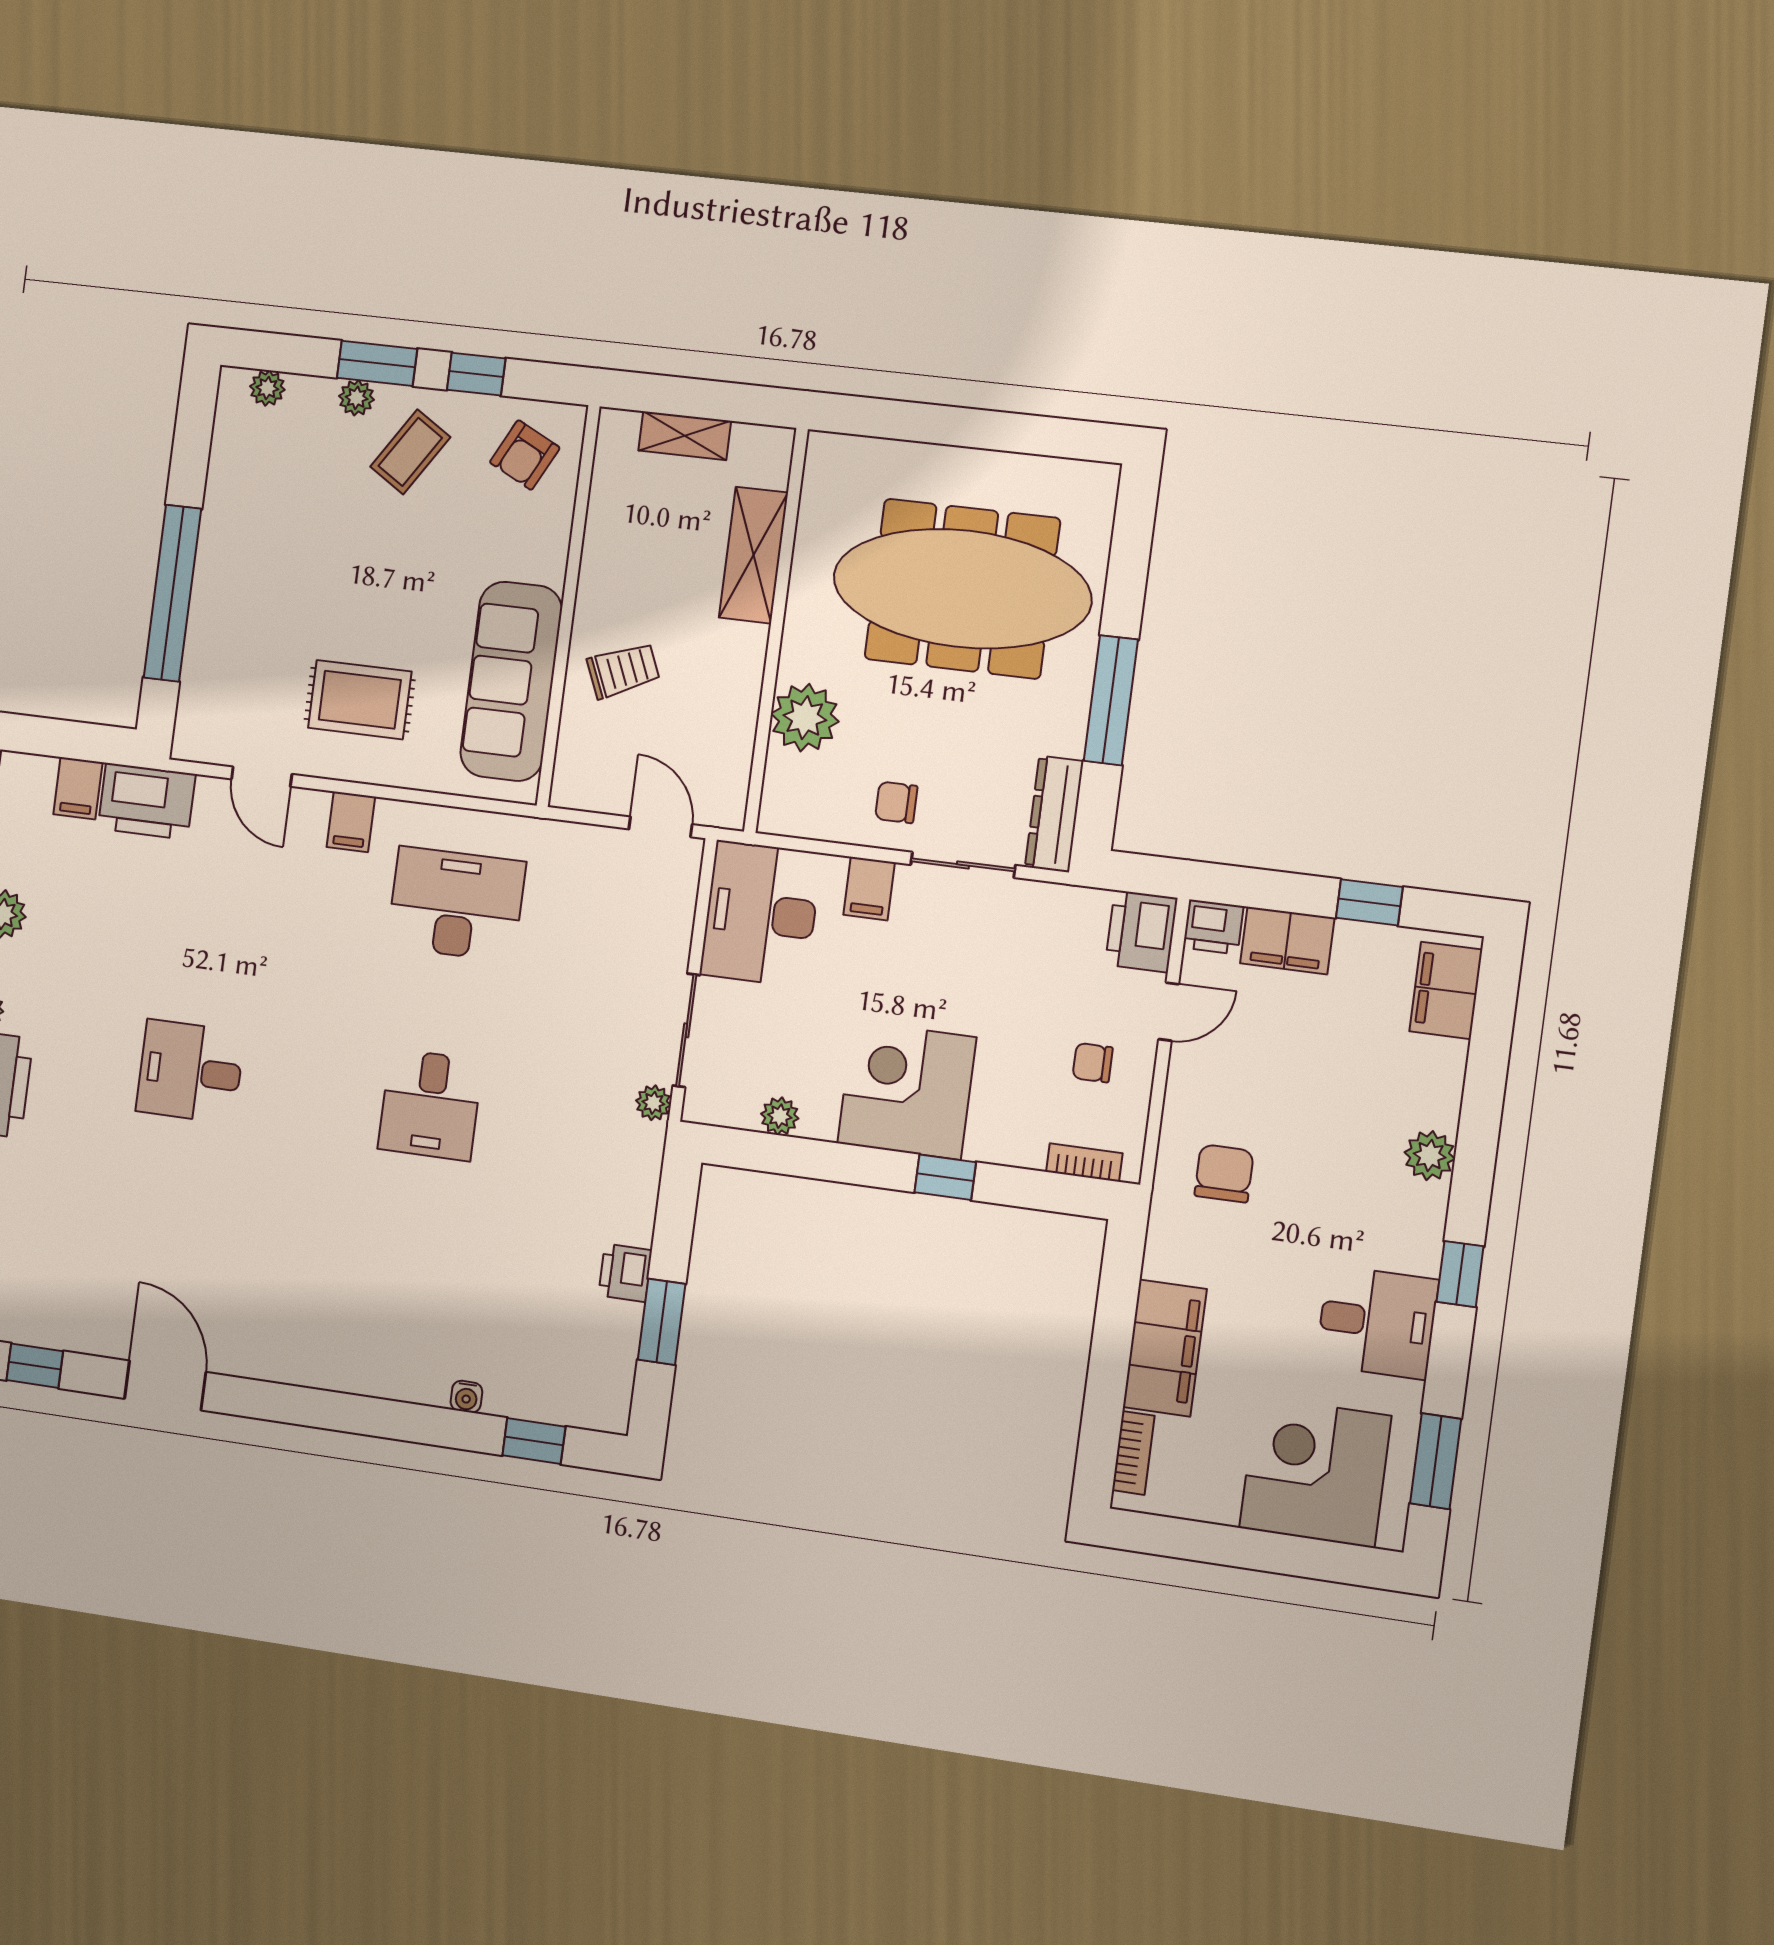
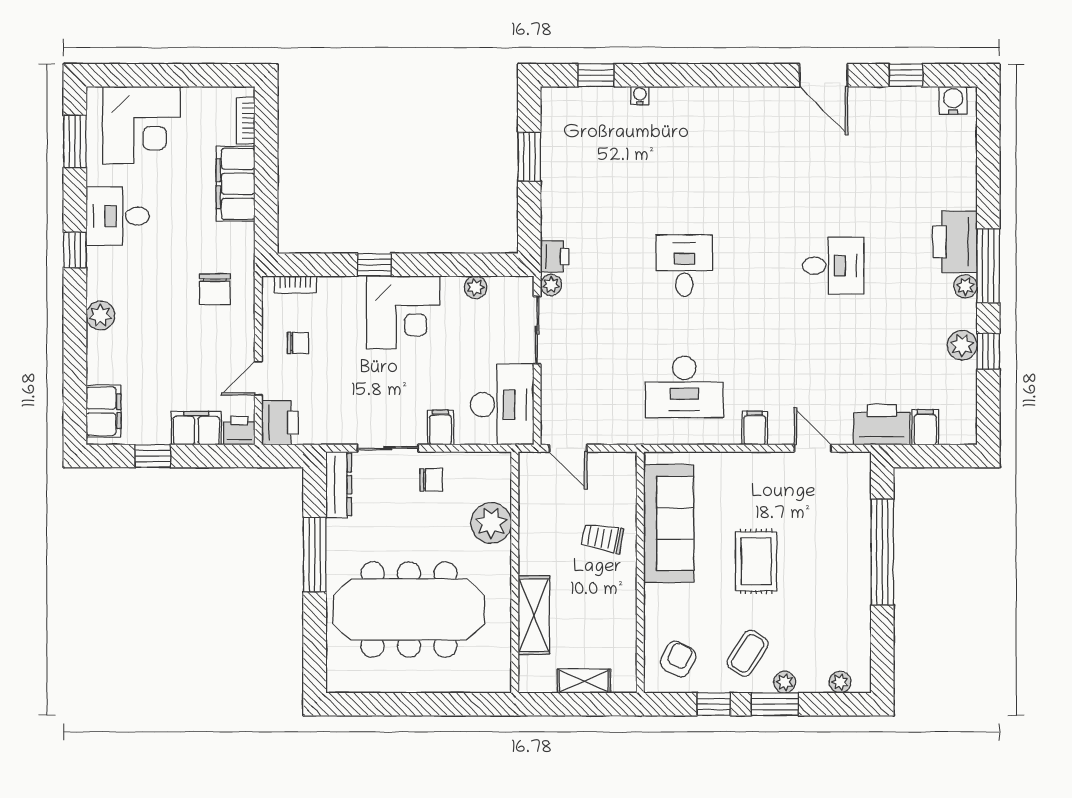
trolley: (623, 670) -> (602, 538), turned 33
rug: (360, 700) -> (756, 561), moved, turned 90
printer: (625, 1273) -> (555, 256), moved

